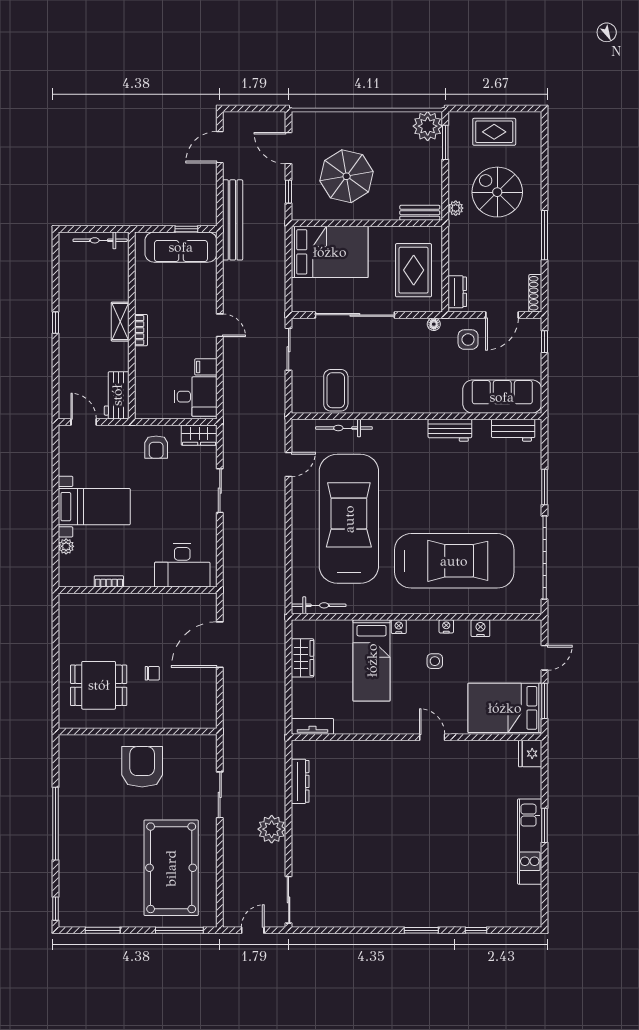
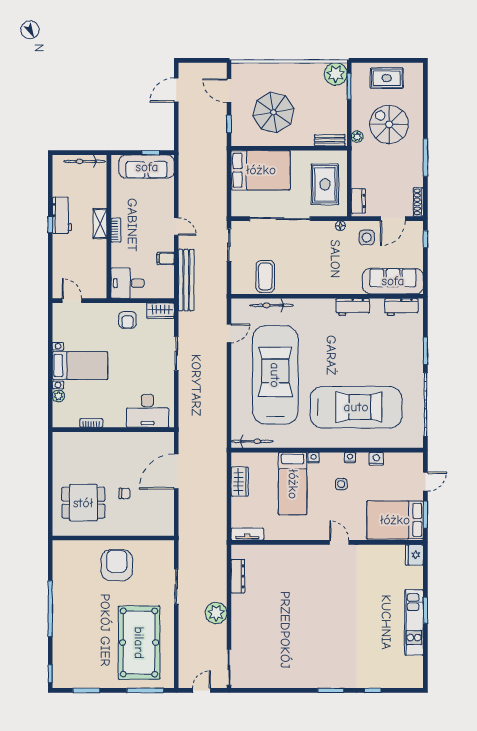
bench: (233, 220) -> (186, 280), moved
workbench: (117, 395) -> (62, 215), moved, turned 180
desk: (195, 397) -> (128, 283), moved, turned 180

